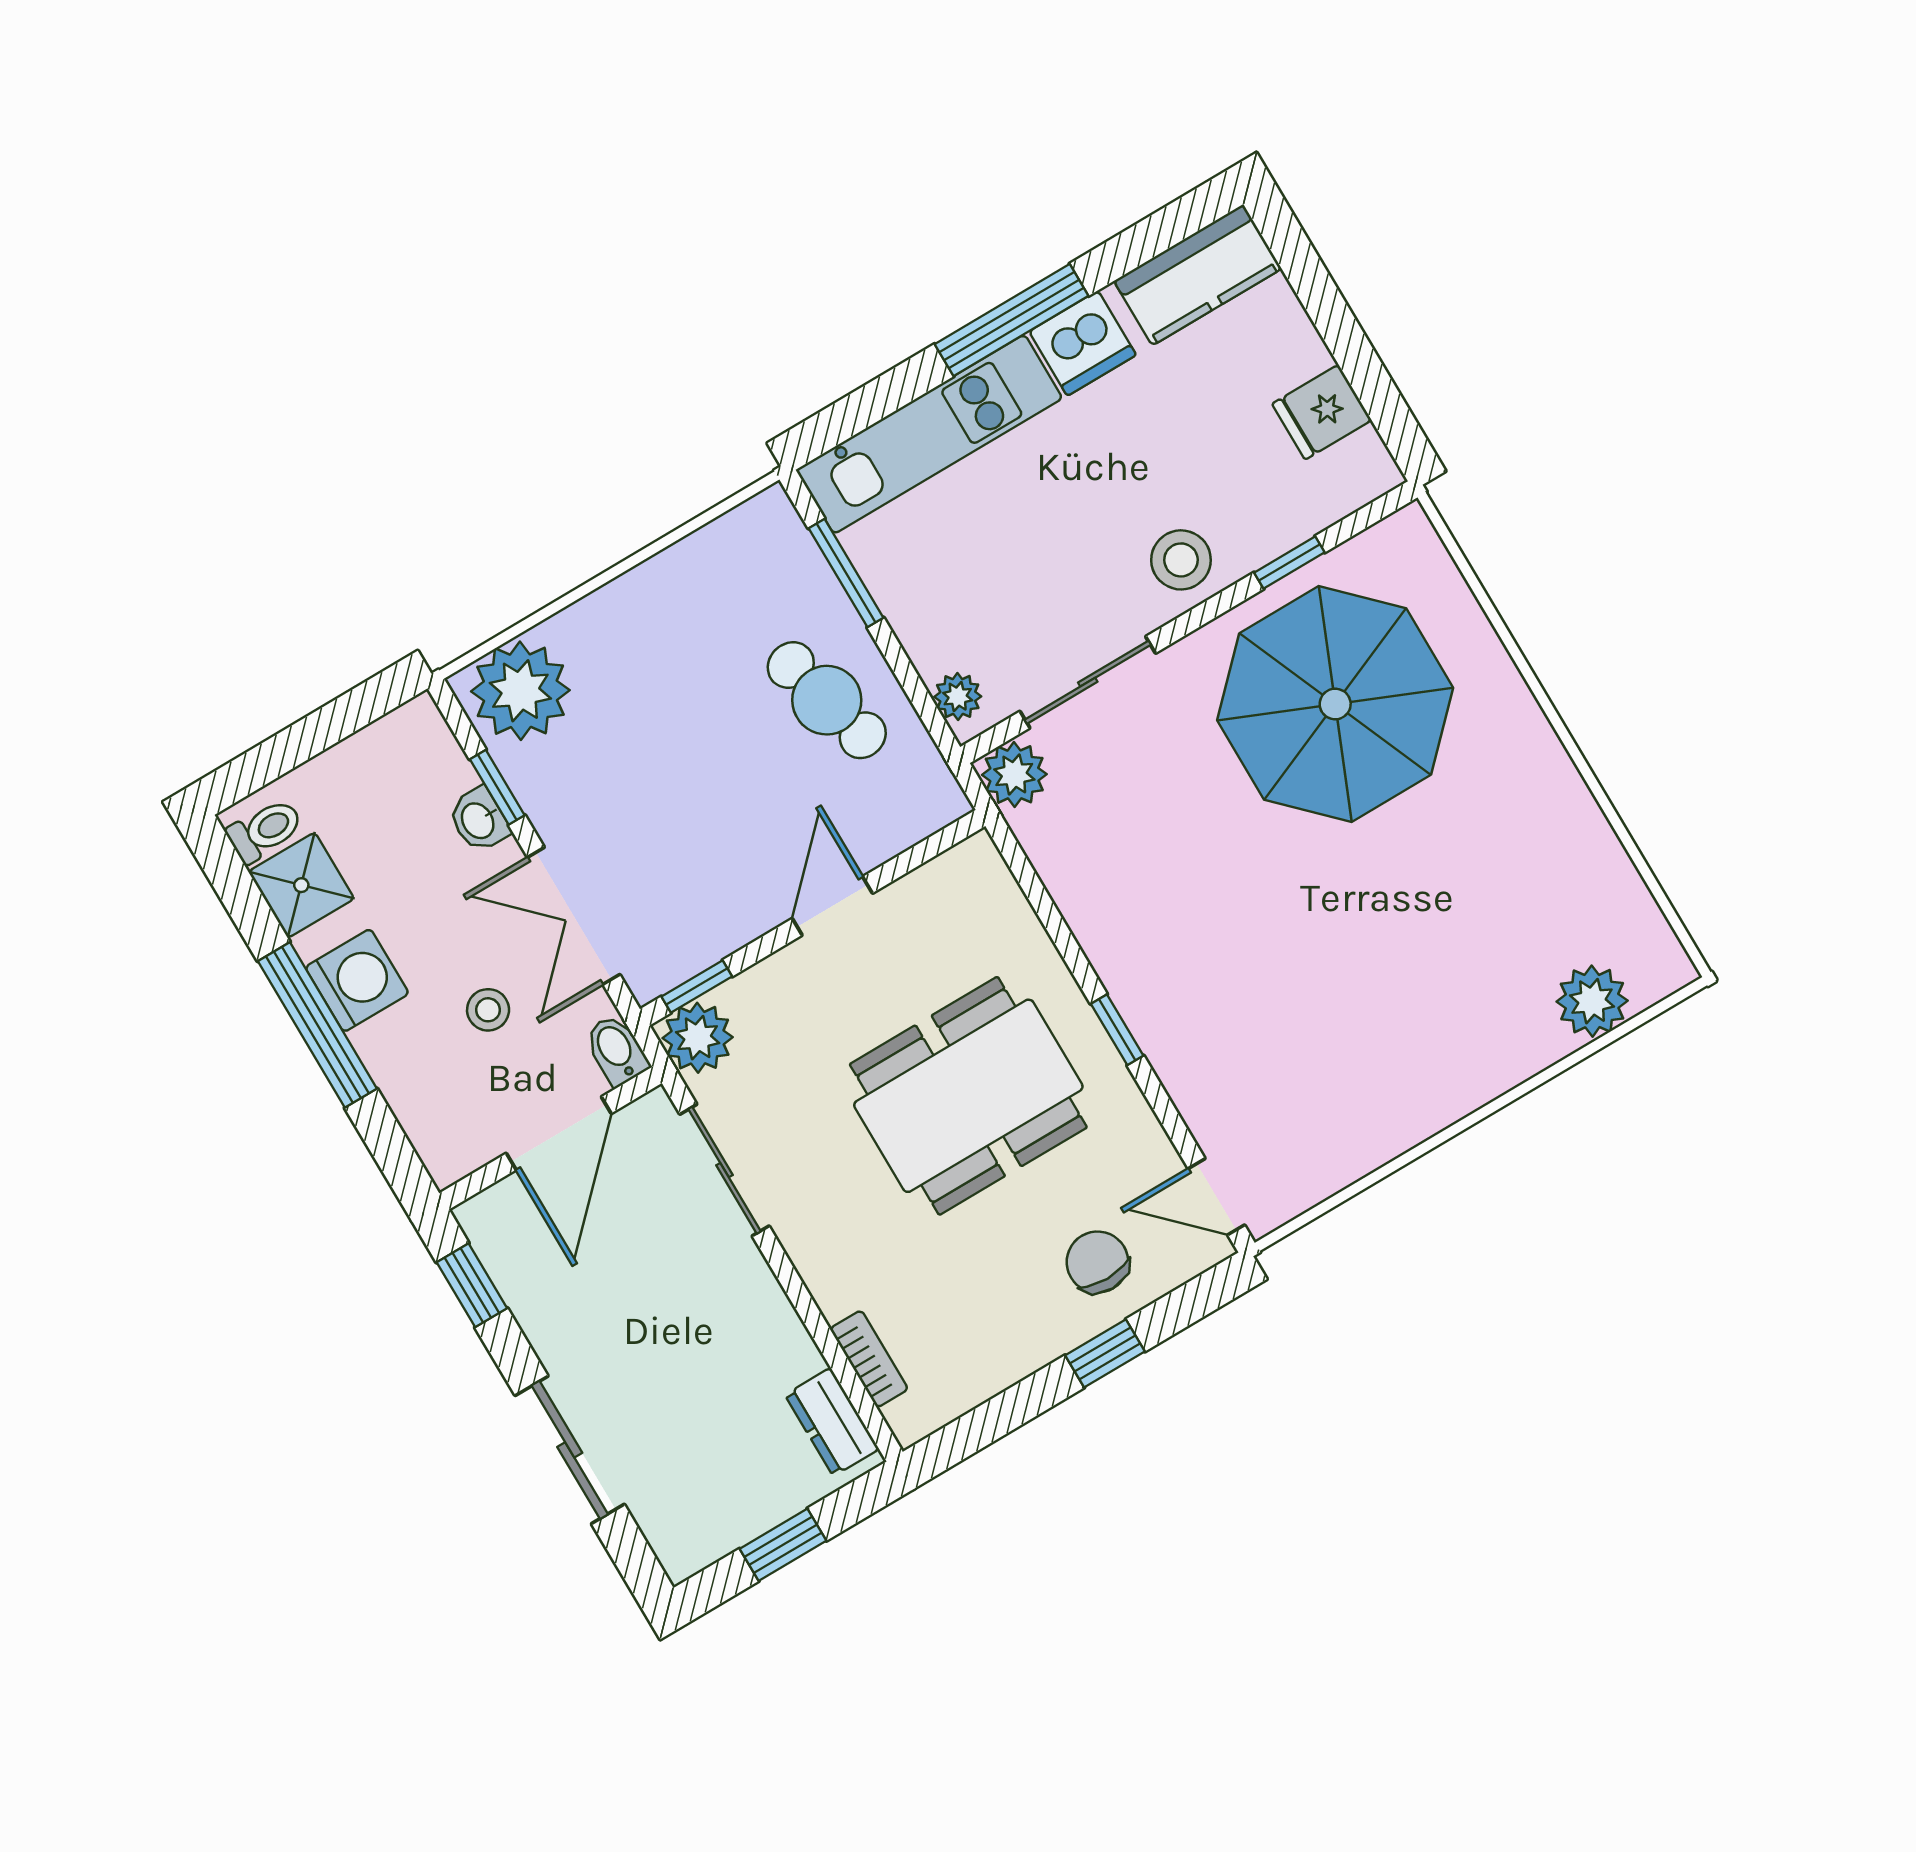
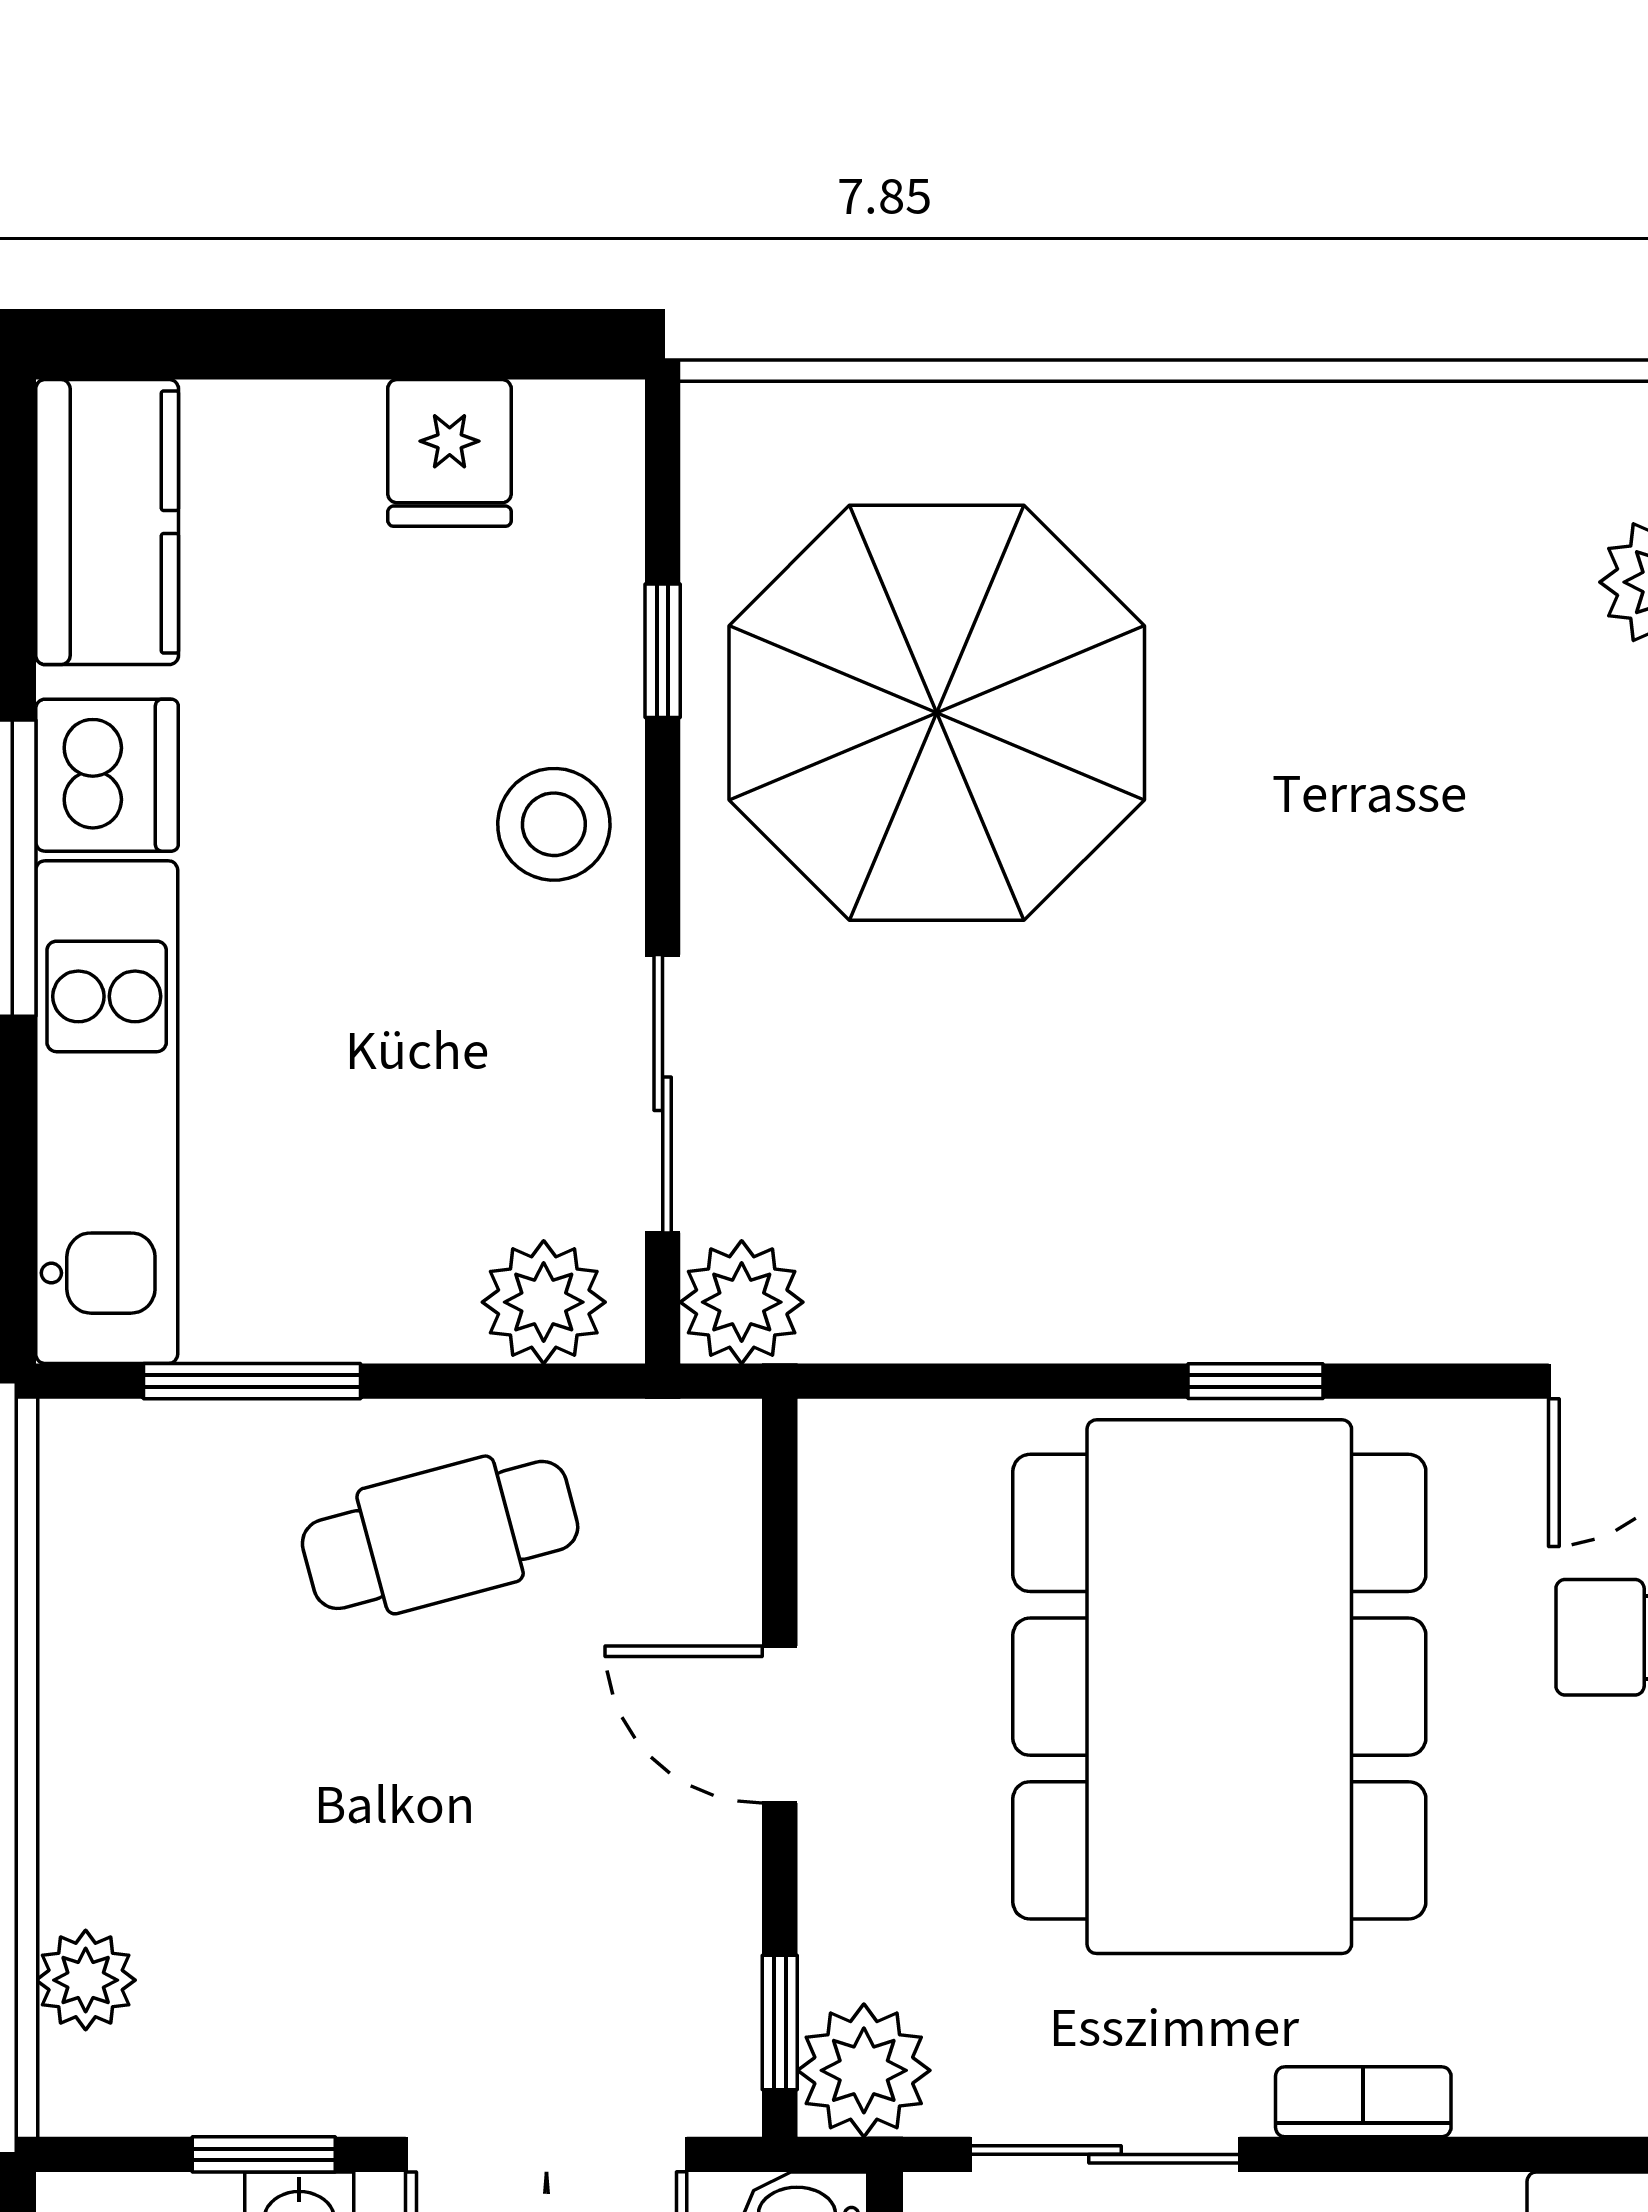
plant: (520, 691) -> (86, 1980), width x0.53, depth x0.53
plant: (958, 697) -> (544, 1302), width x1.38, depth x1.38
dining table: (968, 1096) -> (1219, 1687), width x1.36, depth x1.24
bookcase: (869, 1359) -> (1363, 2102), moved

